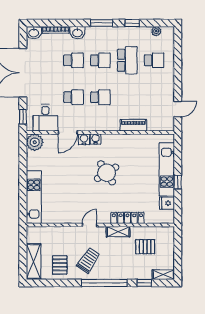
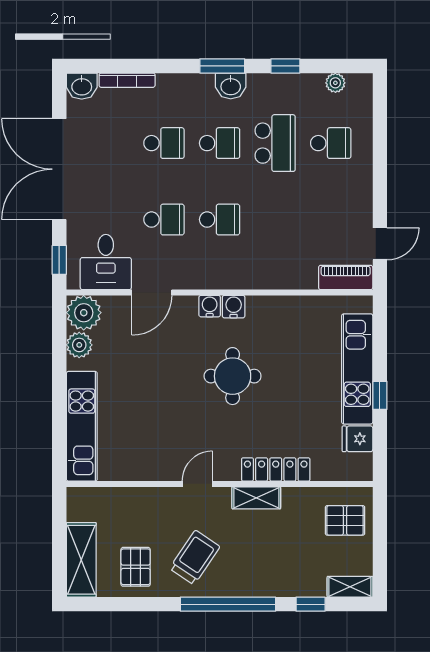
washbasin: (77, 33) -> (231, 86), moved
piano: (133, 125) -> (346, 277), moved
water cooler: (84, 139) -> (234, 307), moved
plant: (33, 158) -> (79, 345), added
round table: (107, 173) -> (233, 376), turned 32
pallet: (145, 247) -> (345, 520), moved

